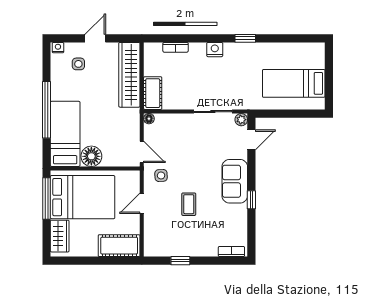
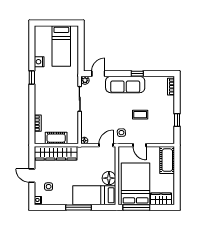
nightstand: (215, 50) -> (39, 62), moved
cot: (153, 93) -> (56, 138), moved
window: (46, 110) -> (79, 207), width x0.68
door: (251, 140) -> (98, 74), hinge flipped
sofa: (235, 181) -> (125, 84), width x1.36

